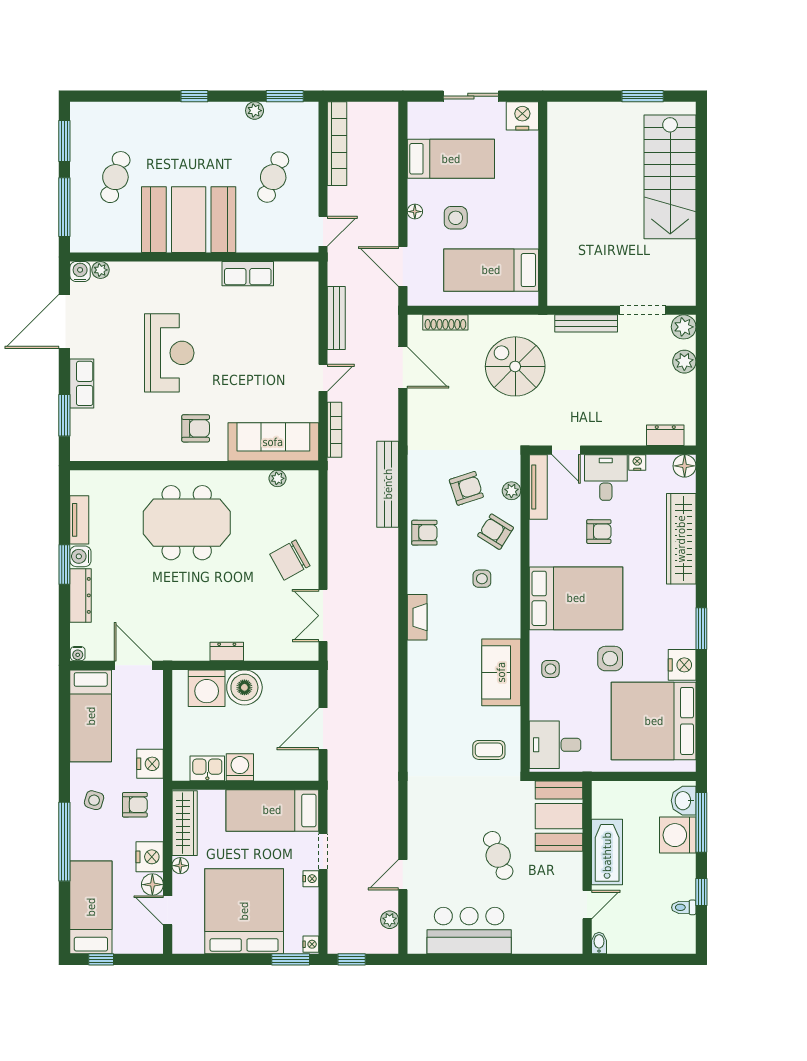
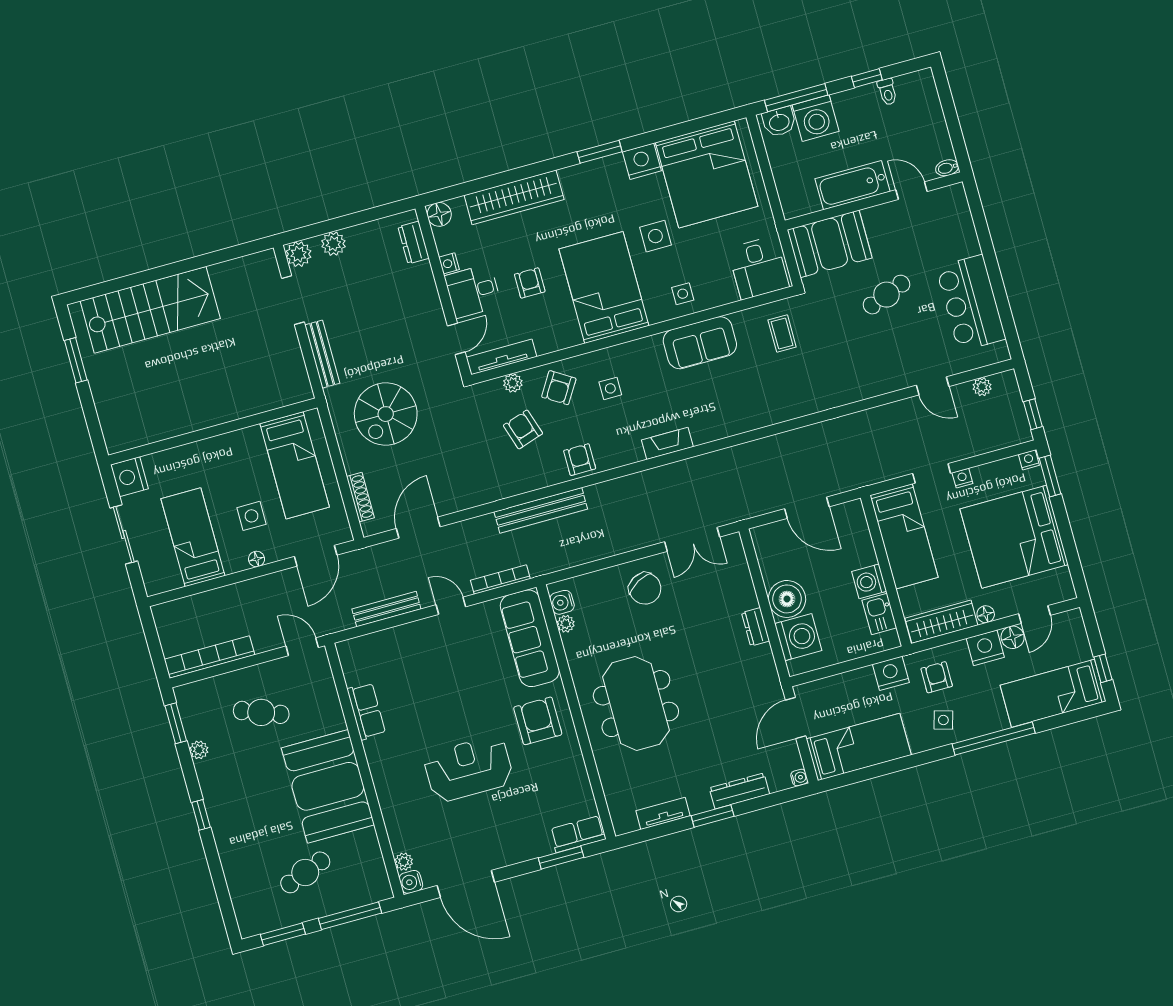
cafe table: (115, 177) -> (305, 872), turned -39
row of seats: (82, 383) -> (578, 834), moved
armchair: (196, 428) -> (538, 721), width x1.38, depth x1.38
water cooler: (80, 556) -> (562, 602), moved, turned 90

